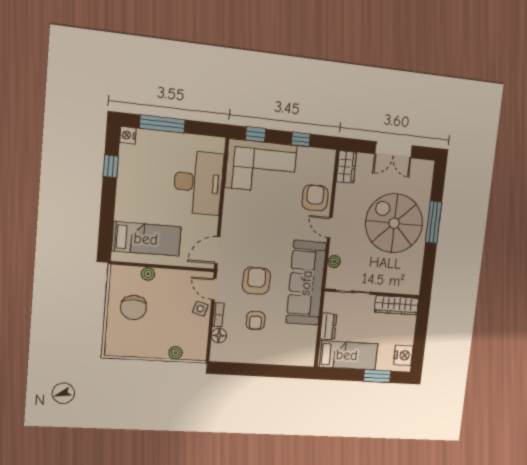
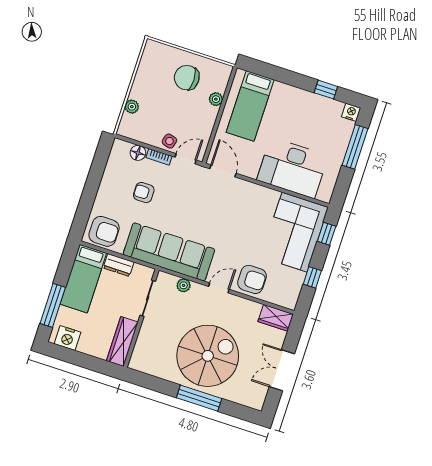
armchair: (256, 281) -> (104, 231), moved
window: (377, 376) -> (53, 305), width x1.44

